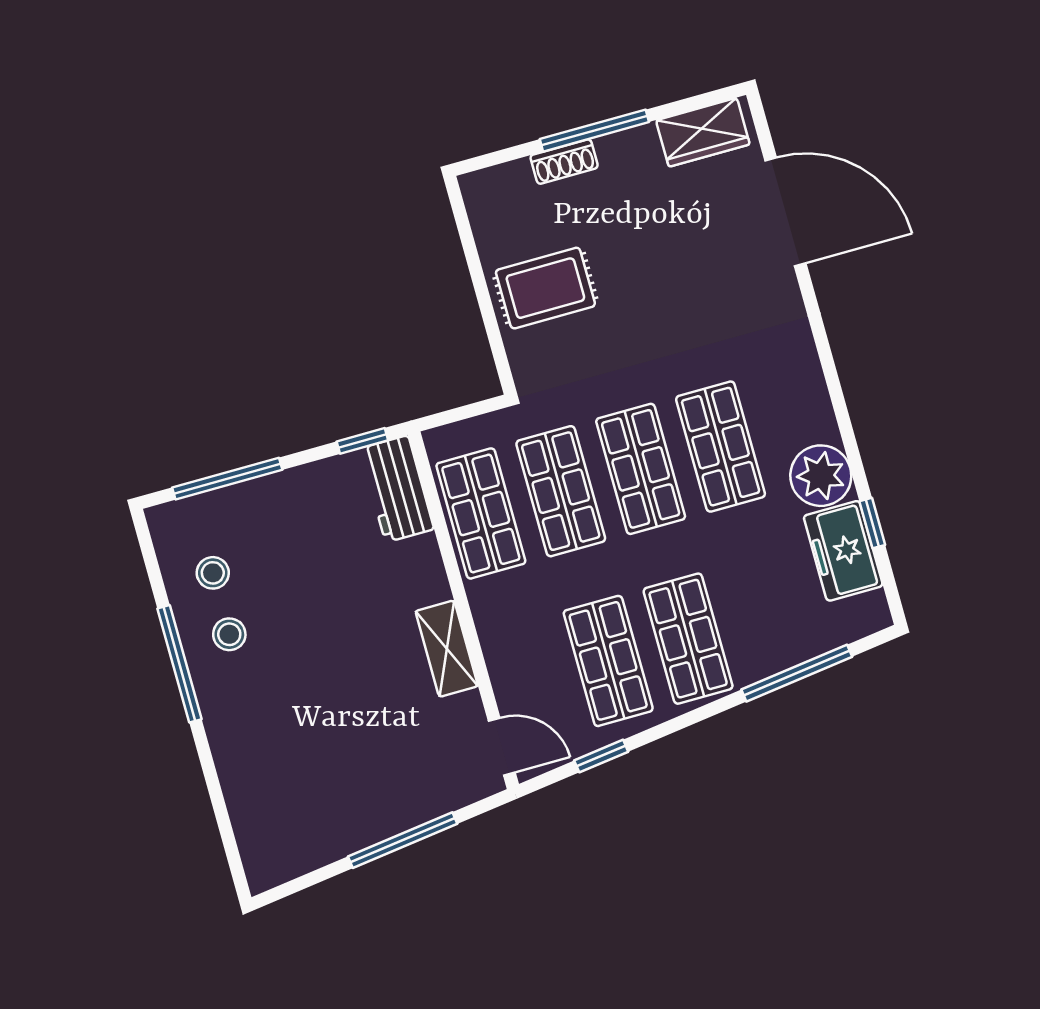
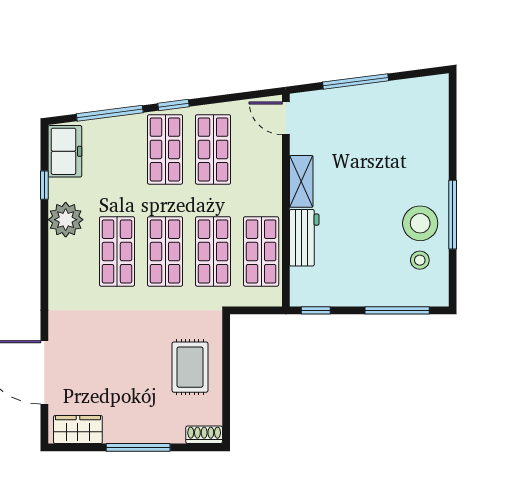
shoe rack: (564, 162) -> (204, 435), moved
rug: (545, 288) -> (190, 367), turned 90
workbench: (397, 489) -> (304, 238), moved
freezer: (843, 551) -> (65, 151), moved
stool: (229, 634) -> (420, 223), width x1.89, depth x1.89
window: (601, 756) -> (173, 105), moved

